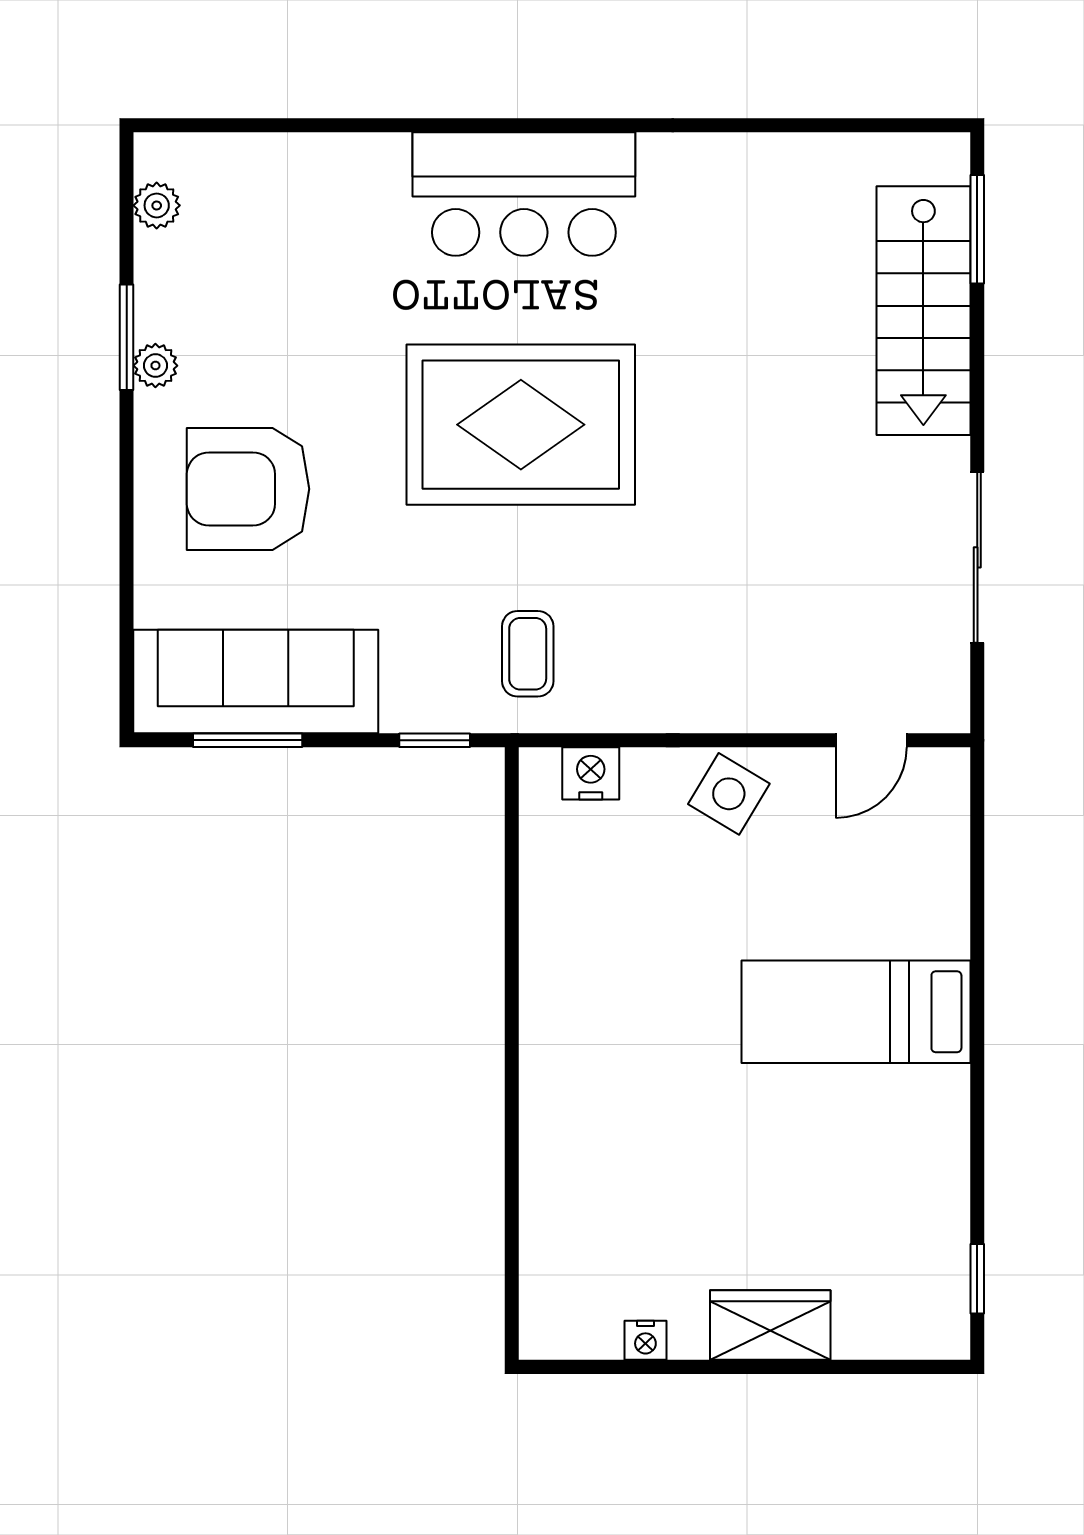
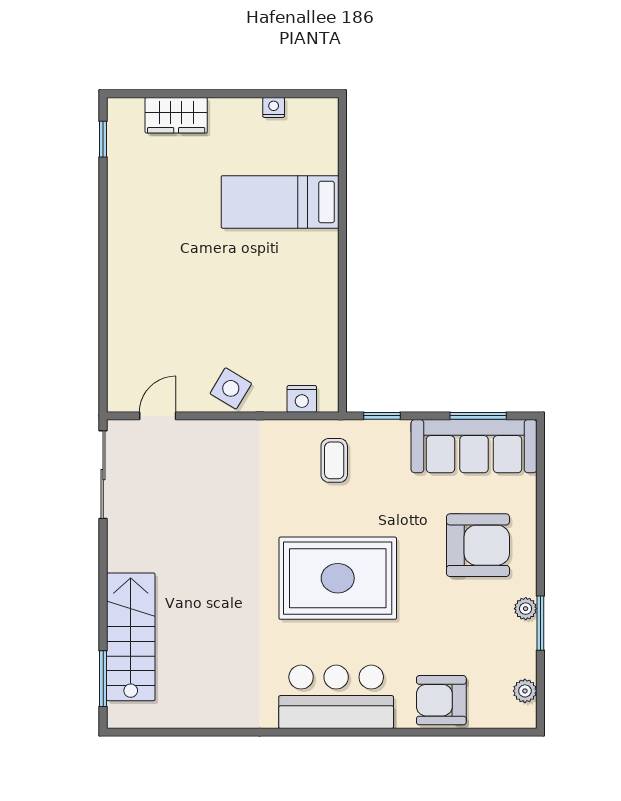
armchair: (319, 187) -> (441, 700), added
sliding door: (977, 557) -> (103, 475), moved
bed: (856, 1012) -> (280, 202), moved, turned 180
wardrobe: (770, 1325) -> (176, 115), moved

